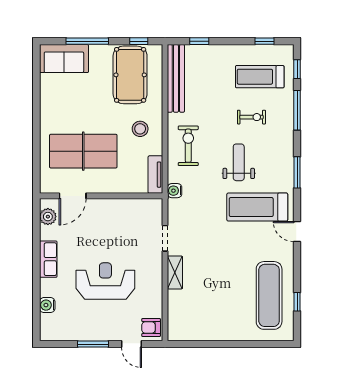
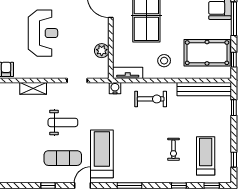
window: (297, 110) -> (179, 185), width x0.46
weight bench: (239, 162) -> (63, 122), moved
plant: (128, 207) -> (102, 51), added
shelving: (175, 272) -> (33, 88), moved
exercise mat: (269, 295) -> (63, 158), moved, width x0.73, depth x0.69
window: (297, 302) -> (48, 185), moved

